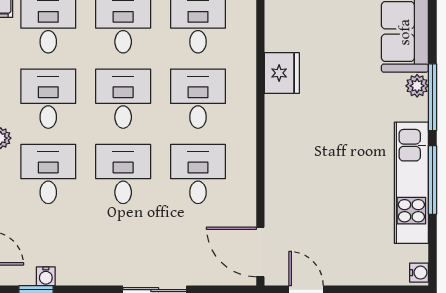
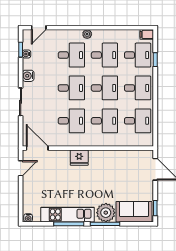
fridge: (282, 73) -> (79, 158), moved
plant: (417, 86) -> (106, 213), width x1.87, depth x1.87
door: (260, 252) -> (37, 148), hinge flipped
water cooler: (96, 272) -> (28, 76), added

